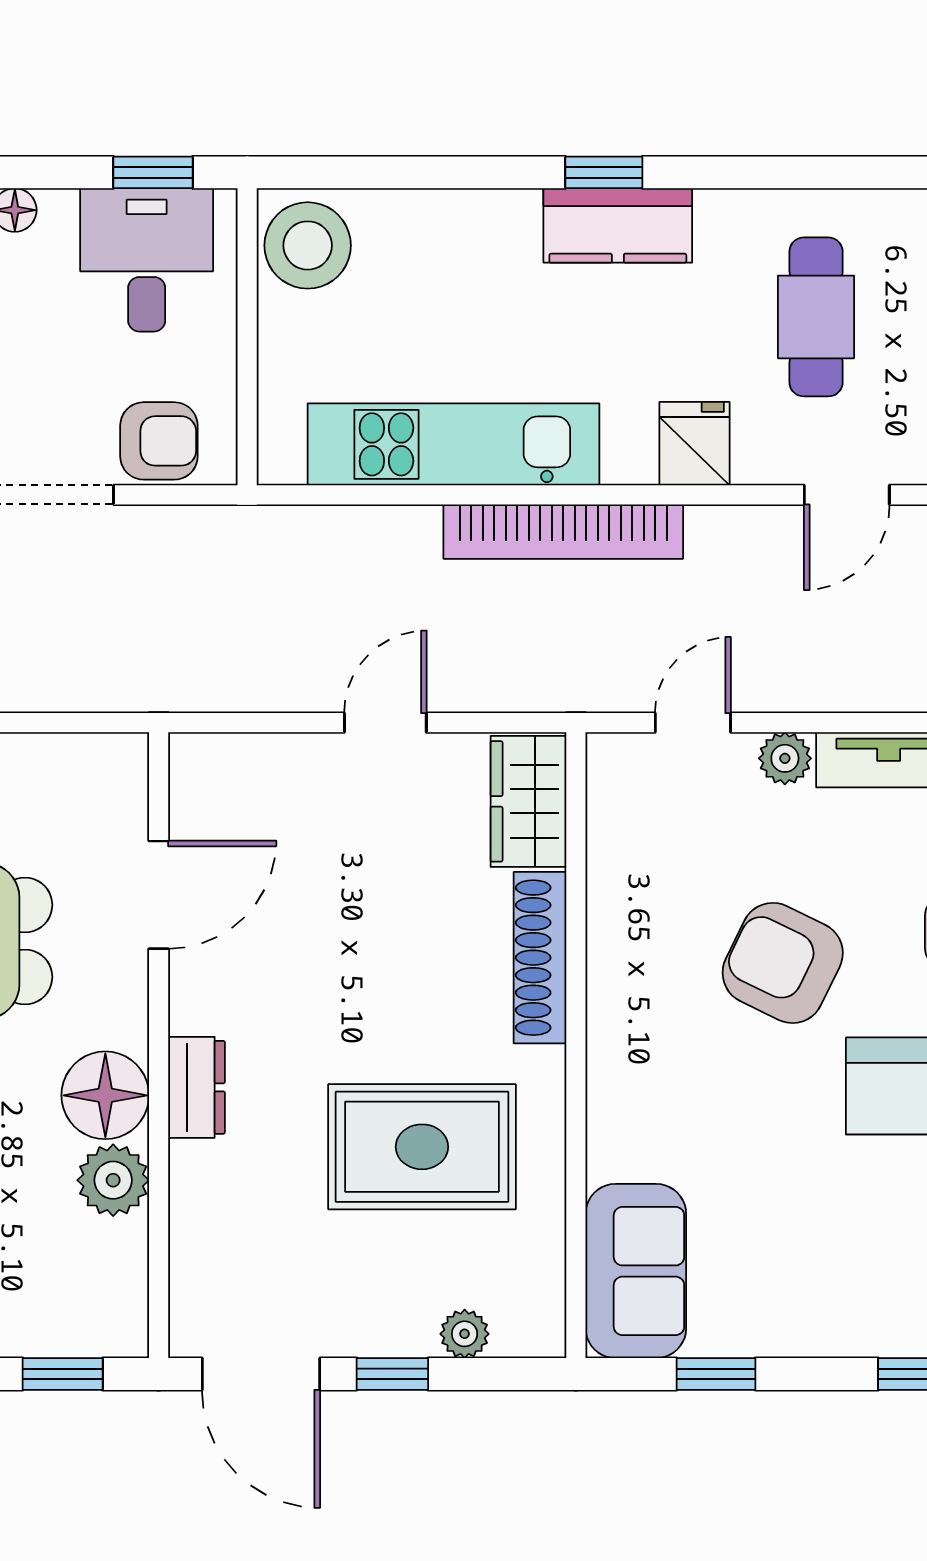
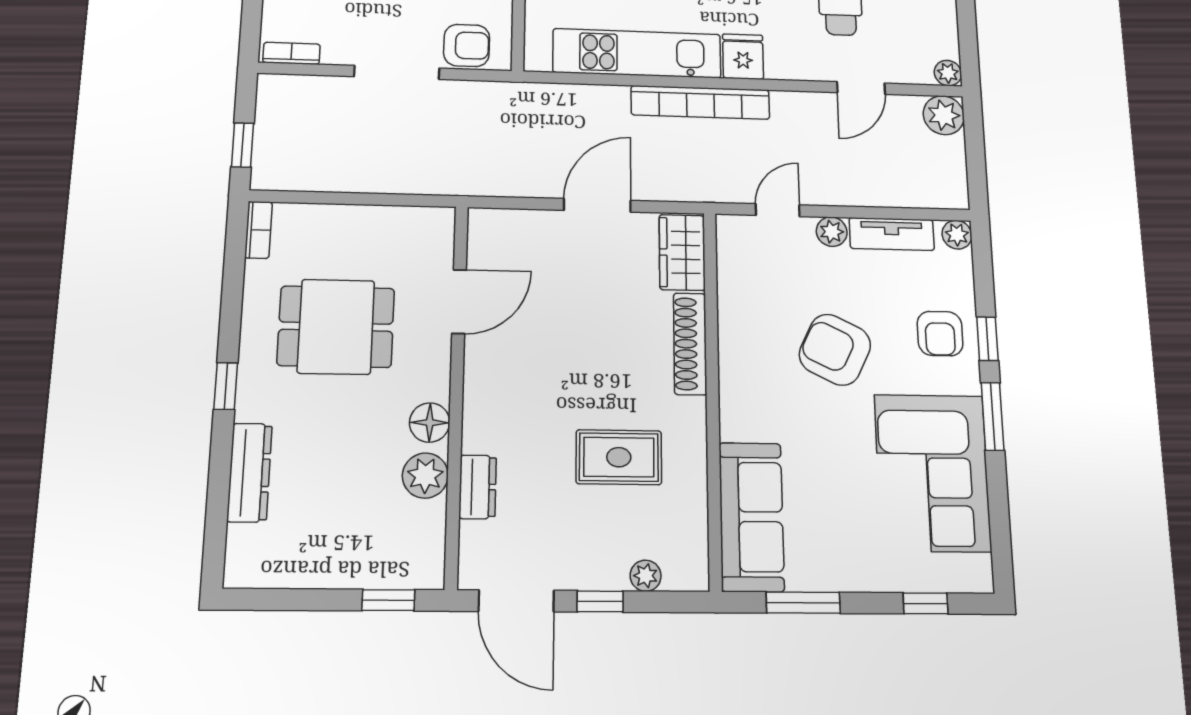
fridge: (695, 444) -> (743, 57), moved
door: (385, 723) -> (597, 205), width x1.38
dresser: (196, 1087) -> (478, 487), moved
floor lamp: (105, 1095) -> (430, 423), width x0.73, depth x0.73
rug: (422, 1147) -> (619, 457), width x0.73, depth x0.70
sofa: (636, 1271) -> (751, 517), width x1.36
window: (716, 1374) -> (803, 603), width x1.50

